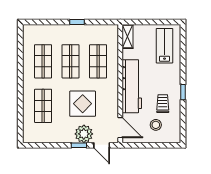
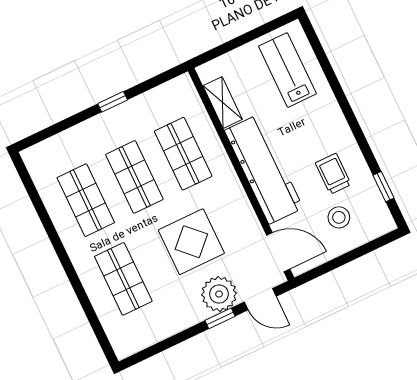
shelving: (128, 36) -> (223, 103), moved
window: (183, 92) -> (383, 187), moved

